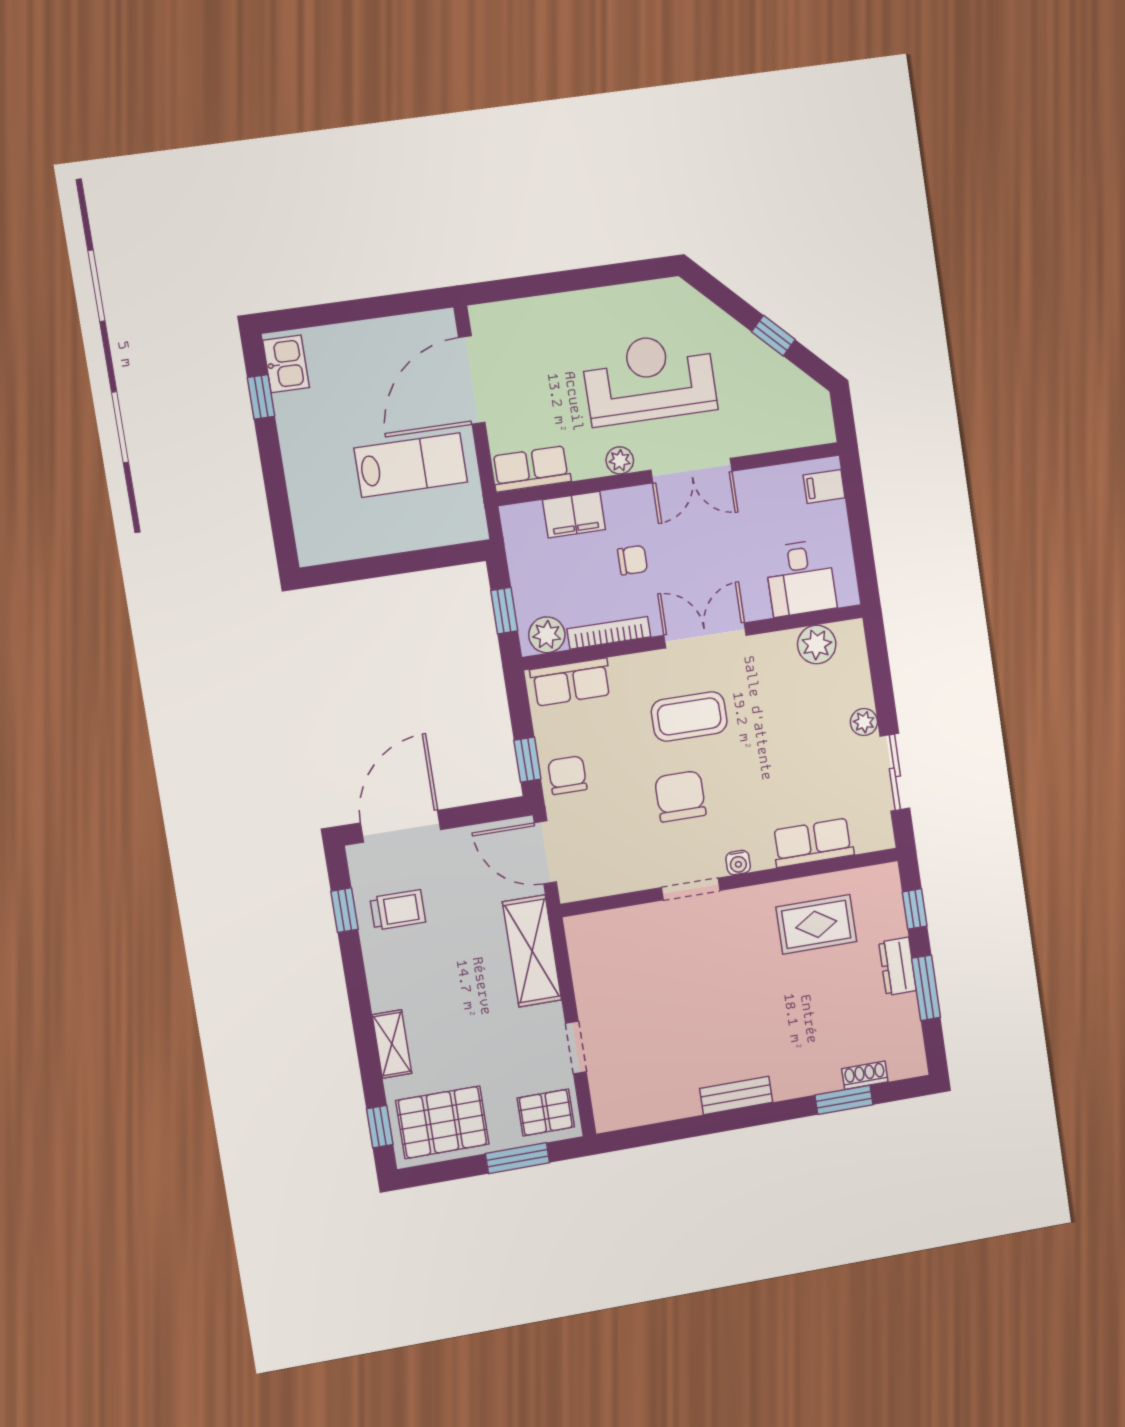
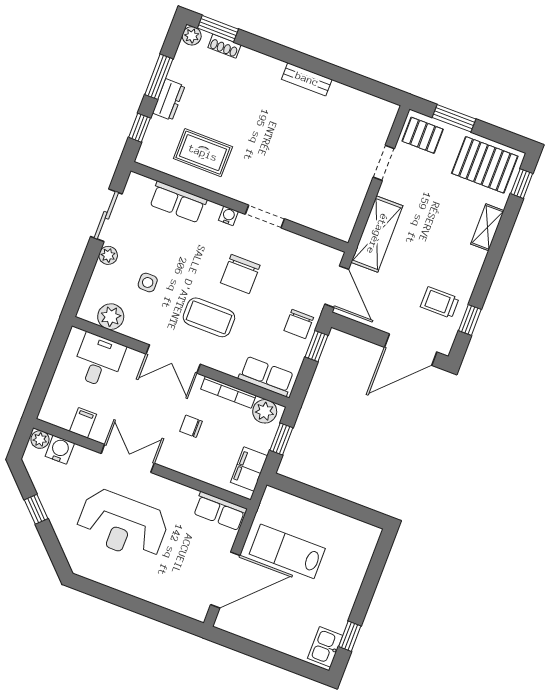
water cooler: (786, 432) -> (60, 450), added
plant: (620, 460) -> (40, 439), moved
filing cabinet: (824, 486) -> (83, 423), moved, turned -90
filing cabinet: (574, 515) -> (249, 469), moved, turned -90
side table: (794, 716) -> (148, 282), added
plant: (913, 1064) -> (192, 36), added
window: (844, 1100) -> (218, 29), moved

